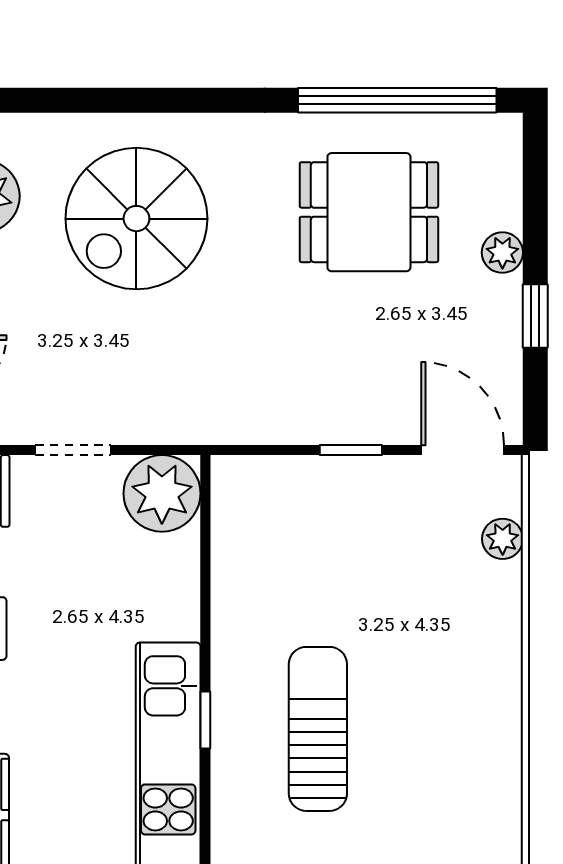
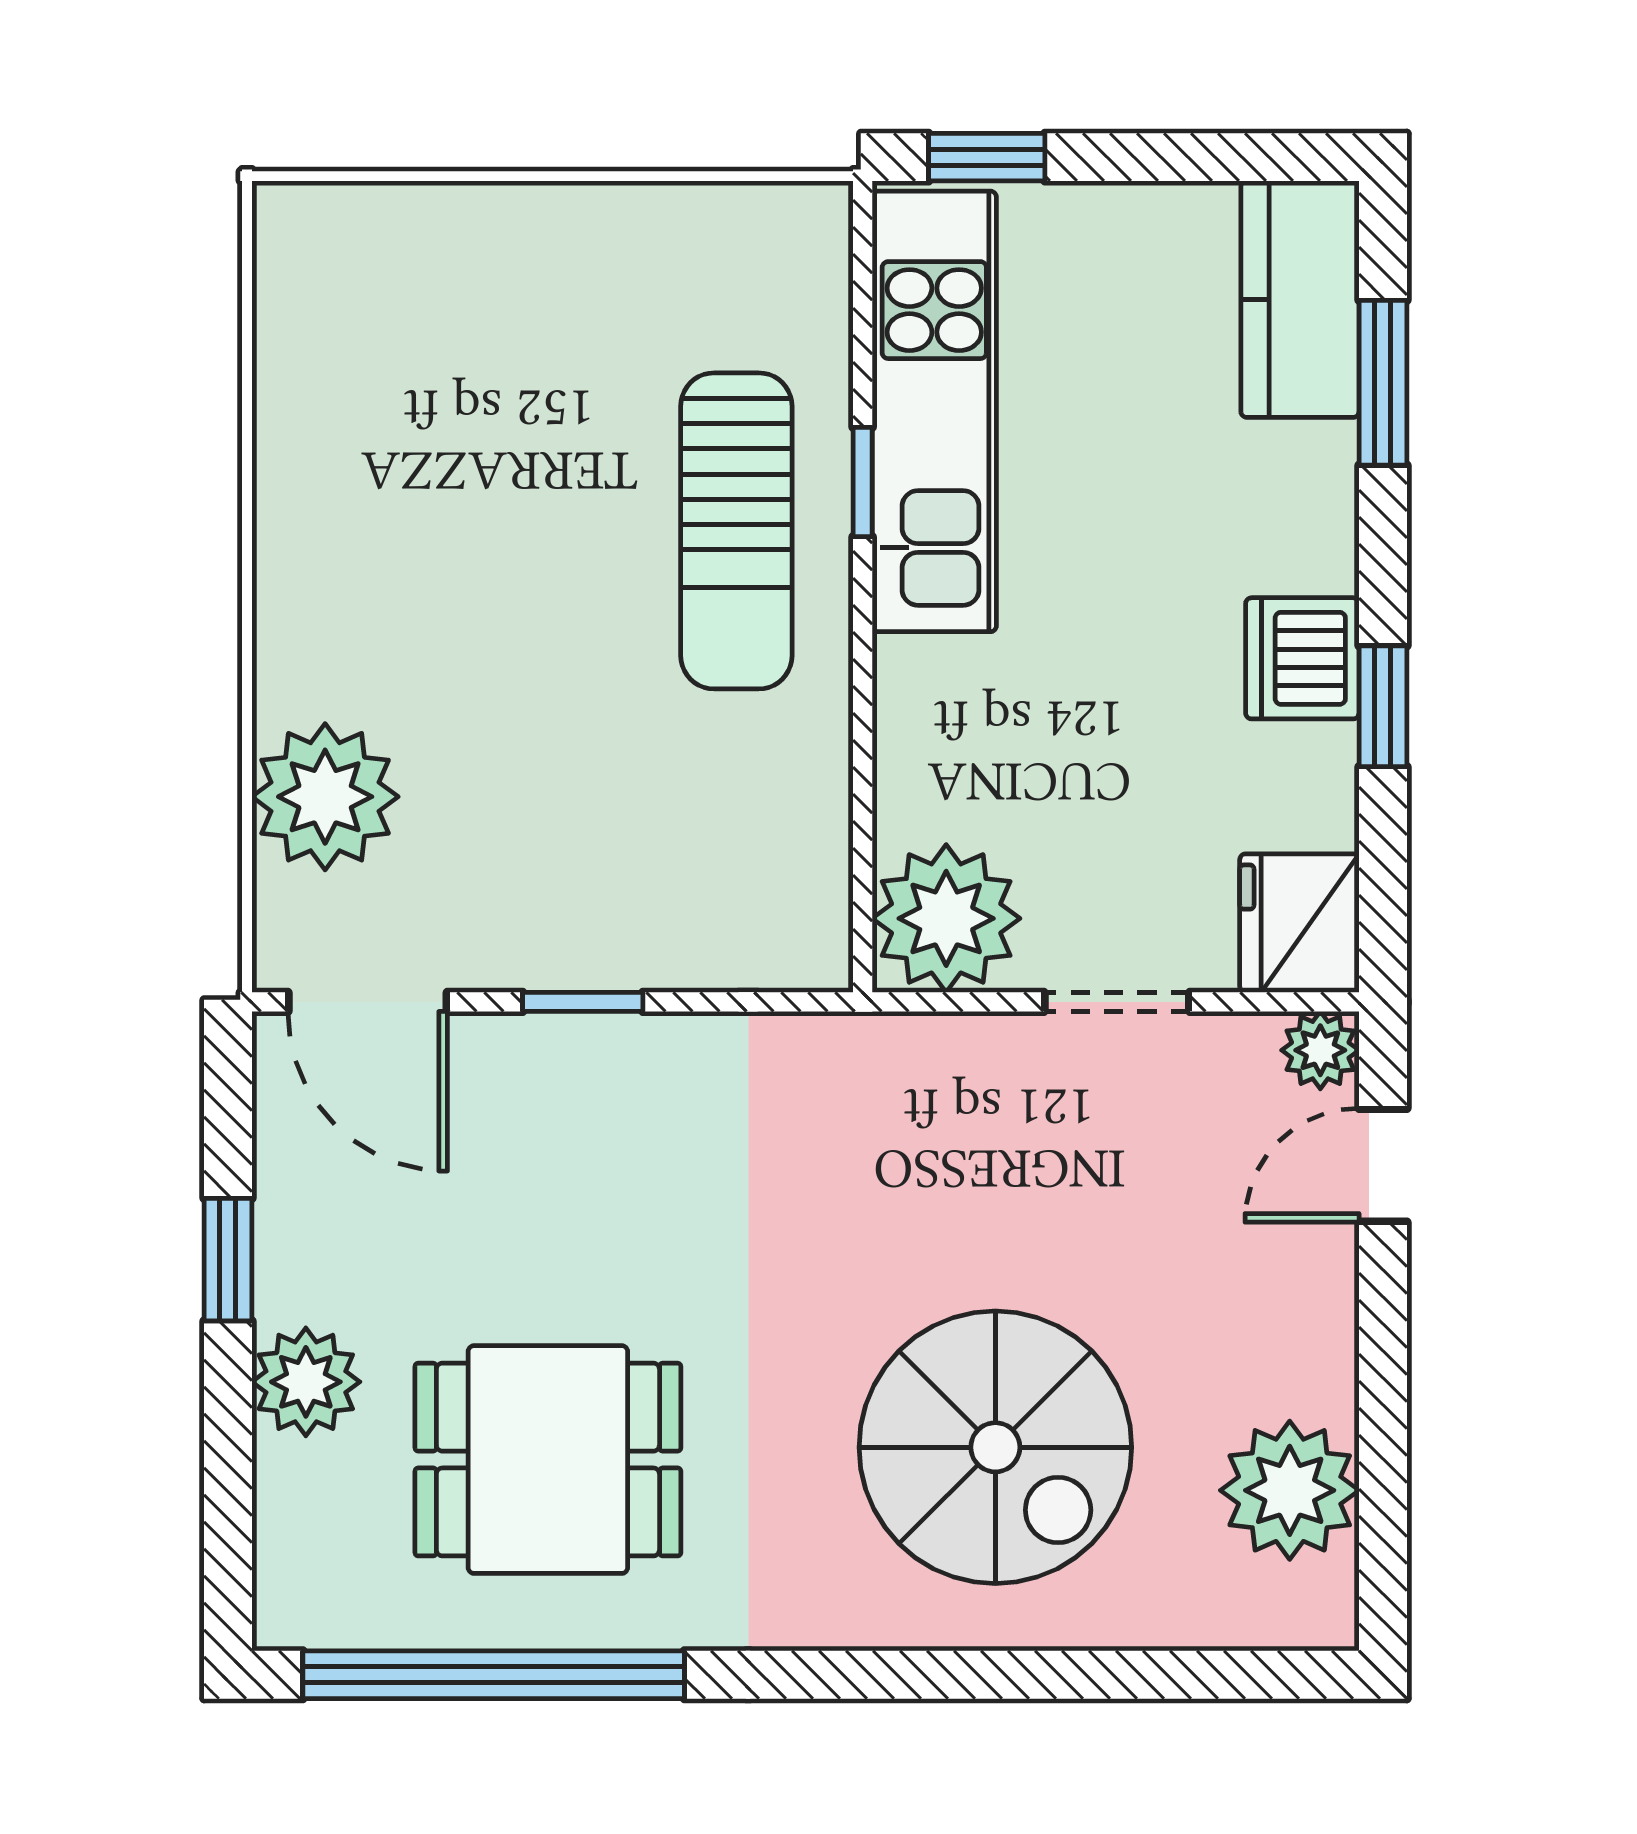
spiral stairs: (136, 219) -> (995, 1447), turned 90
plant: (502, 253) -> (306, 1382), width x1.38, depth x1.38
plant: (503, 539) -> (325, 797), width x1.88, depth x1.88
sun lounger: (318, 729) -> (736, 531), moved

